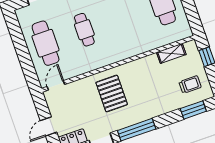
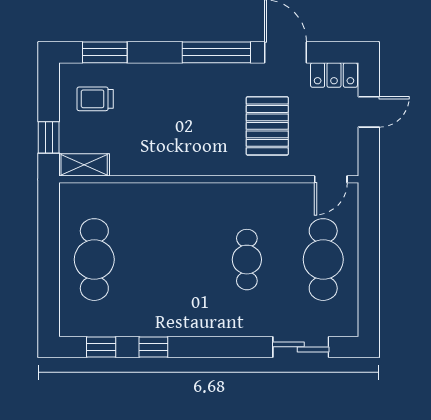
shelving: (171, 53) -> (84, 165), moved
pallet: (112, 93) -> (267, 126), moved

